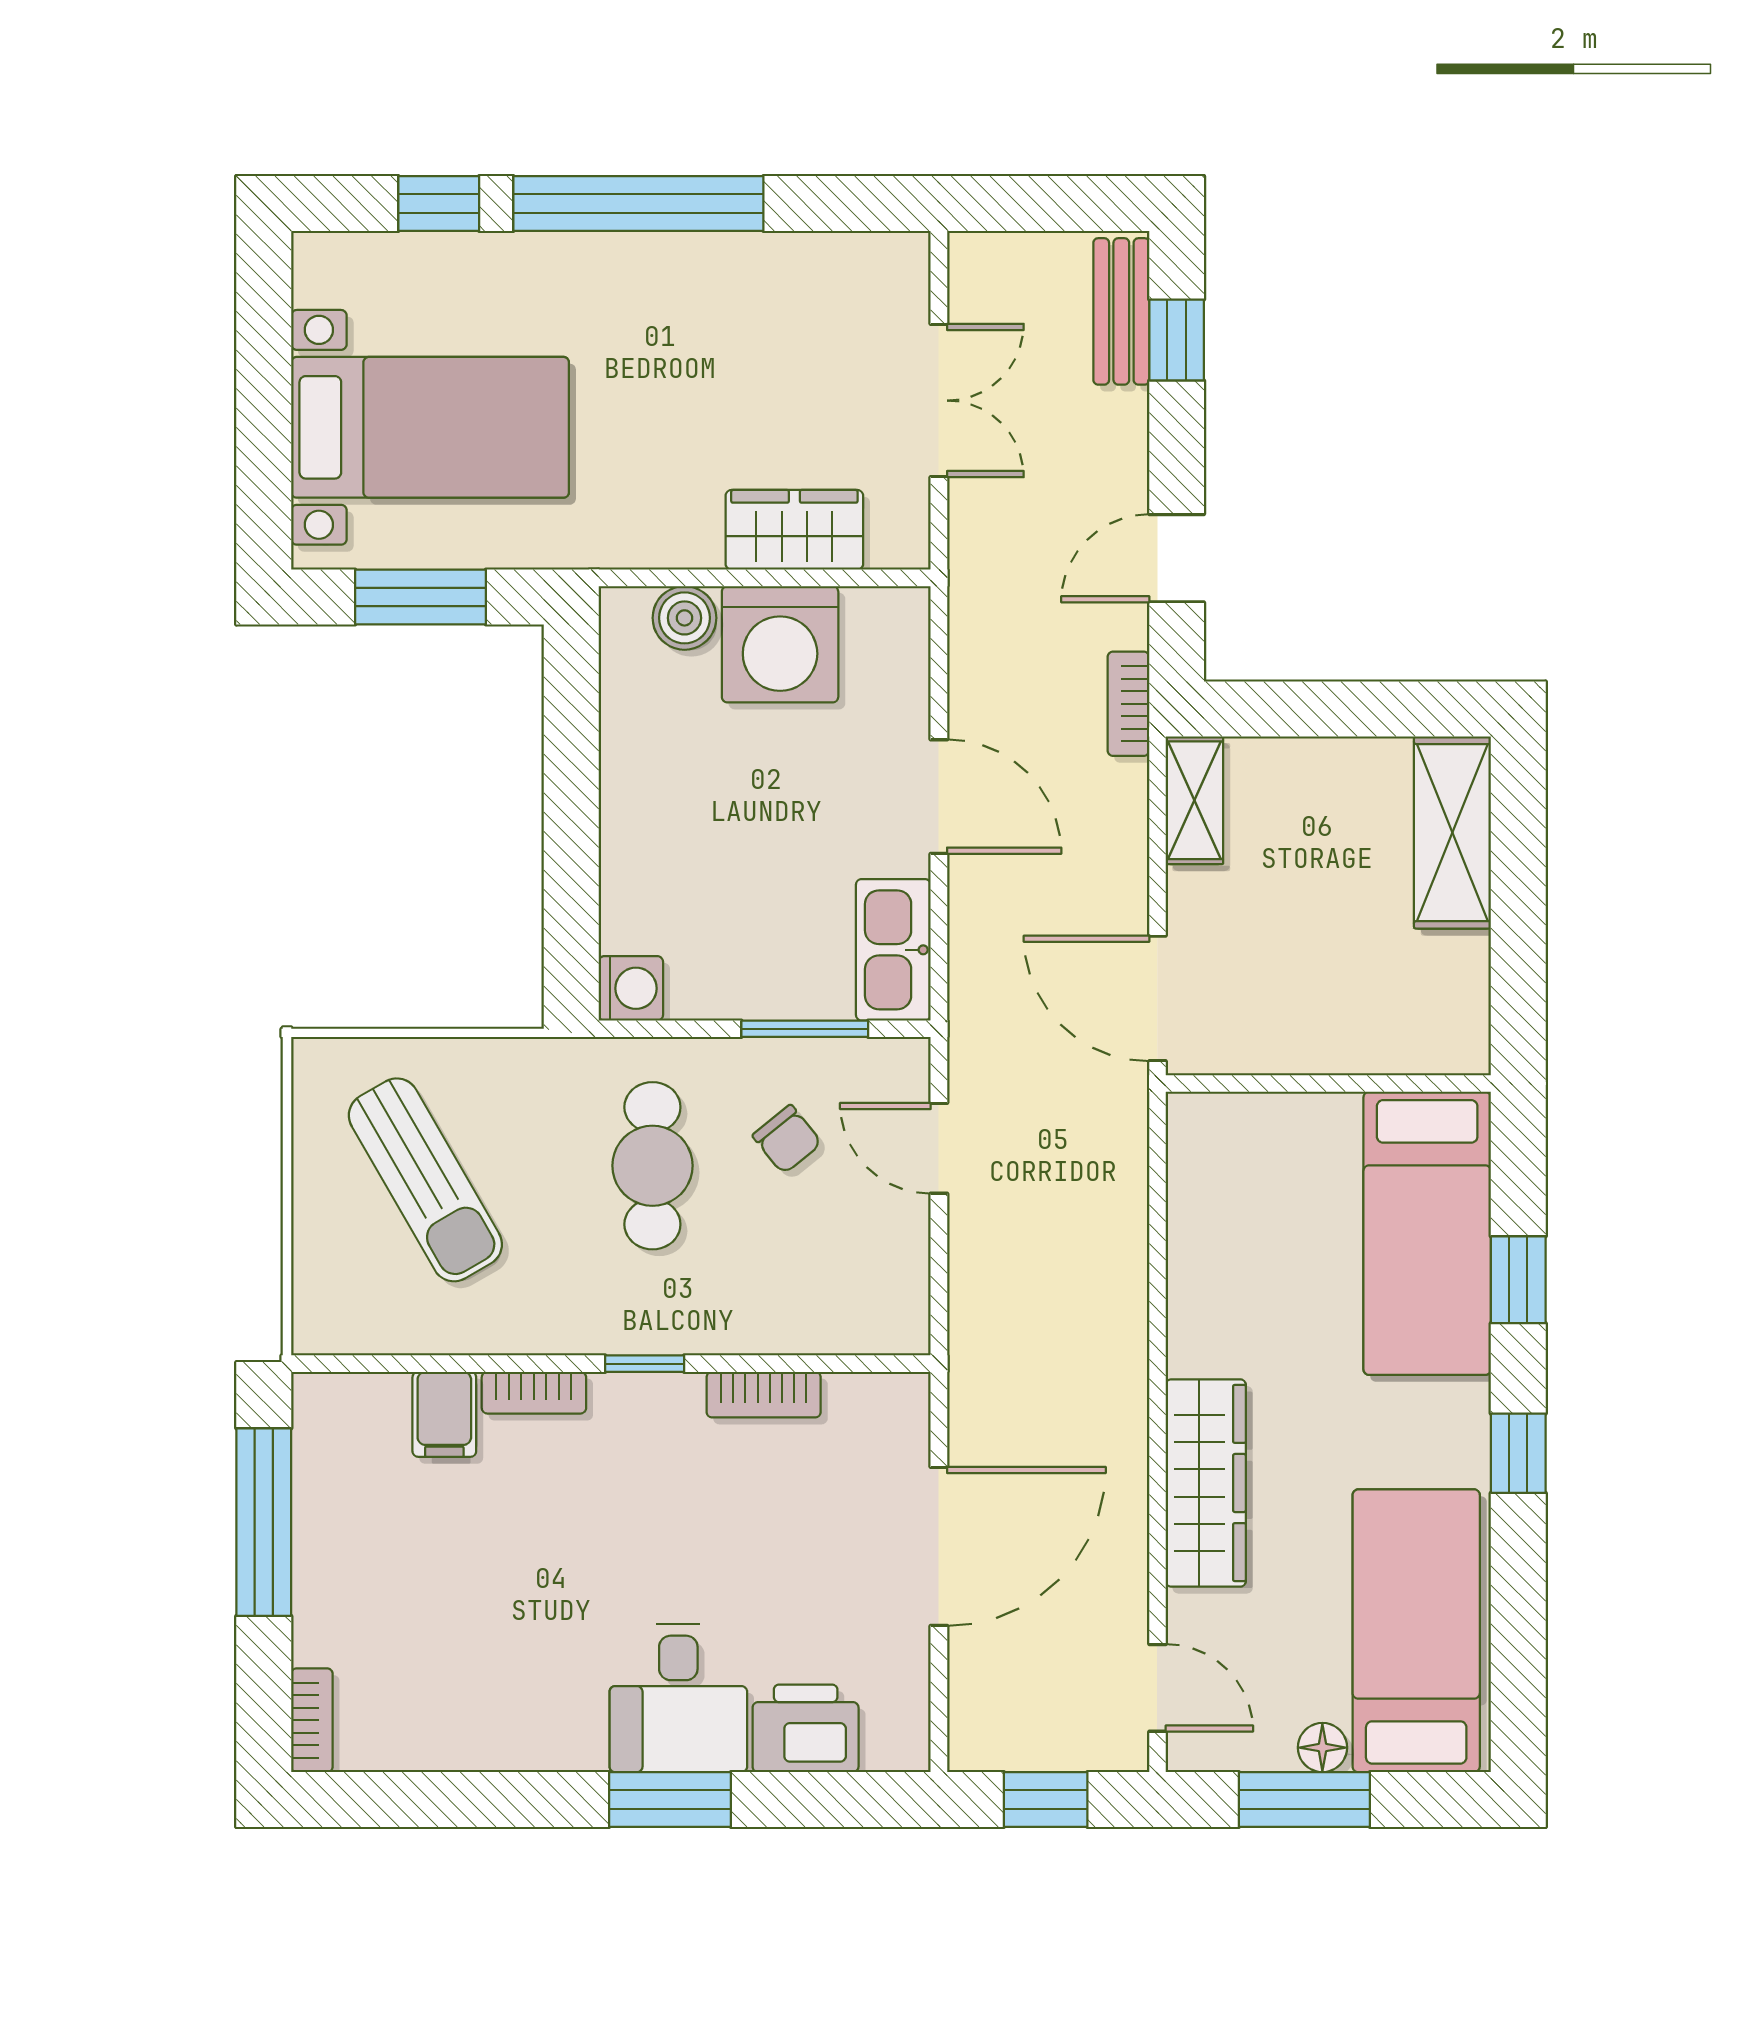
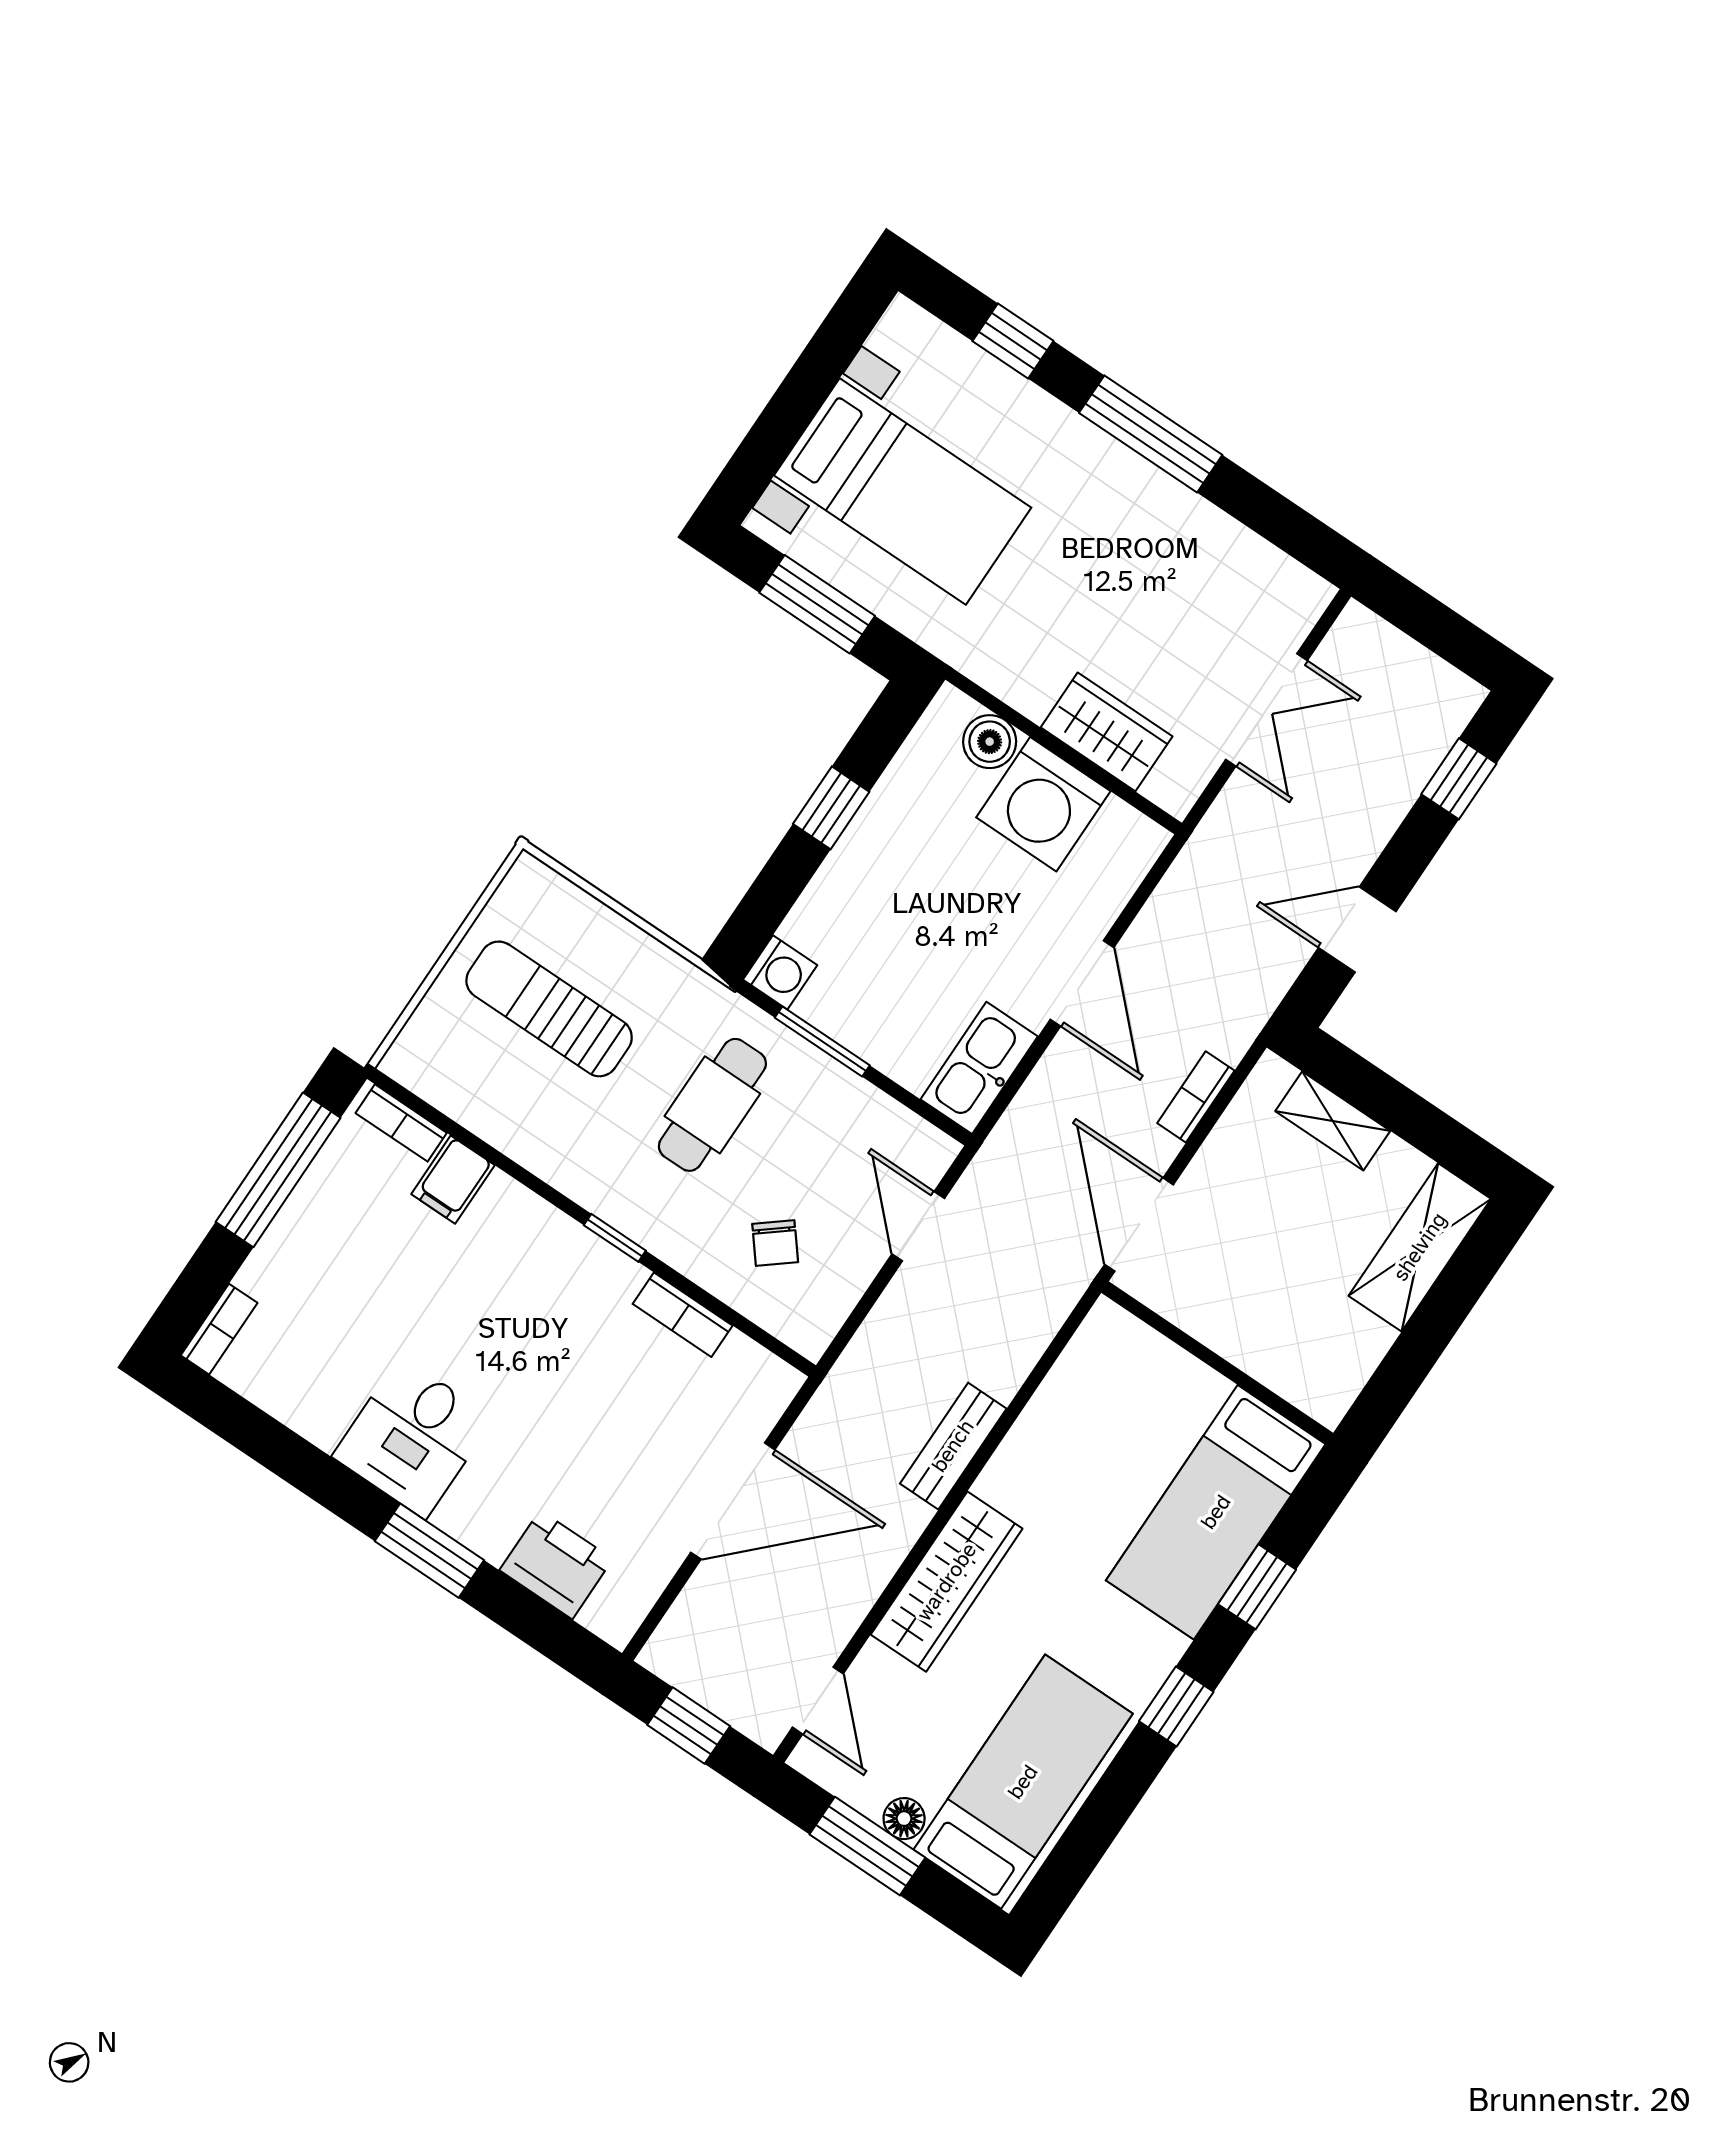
window: (638, 203) -> (1151, 434), width x0.68
bench: (1121, 311) -> (953, 1446), moved
bookcase: (1128, 704) -> (1196, 1097), moved
window: (571, 790) -> (831, 808), added
shelving: (1194, 800) -> (1333, 1121), moved, turned 90
window: (805, 1029) -> (822, 1041), moved
chair: (787, 1139) -> (775, 1243), moved
sun lounger: (425, 1180) -> (549, 1009), turned 120
bookcase: (534, 1393) -> (401, 1123), moved
desk: (678, 1698) -> (413, 1437), moved

